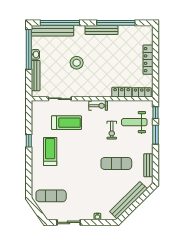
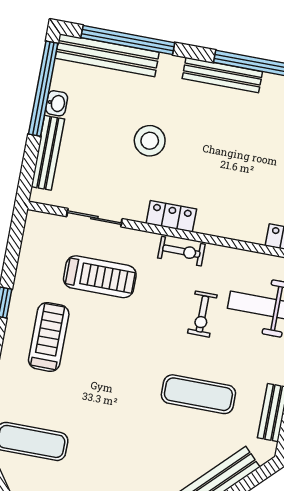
locker: (122, 92) -> (171, 216), moved

